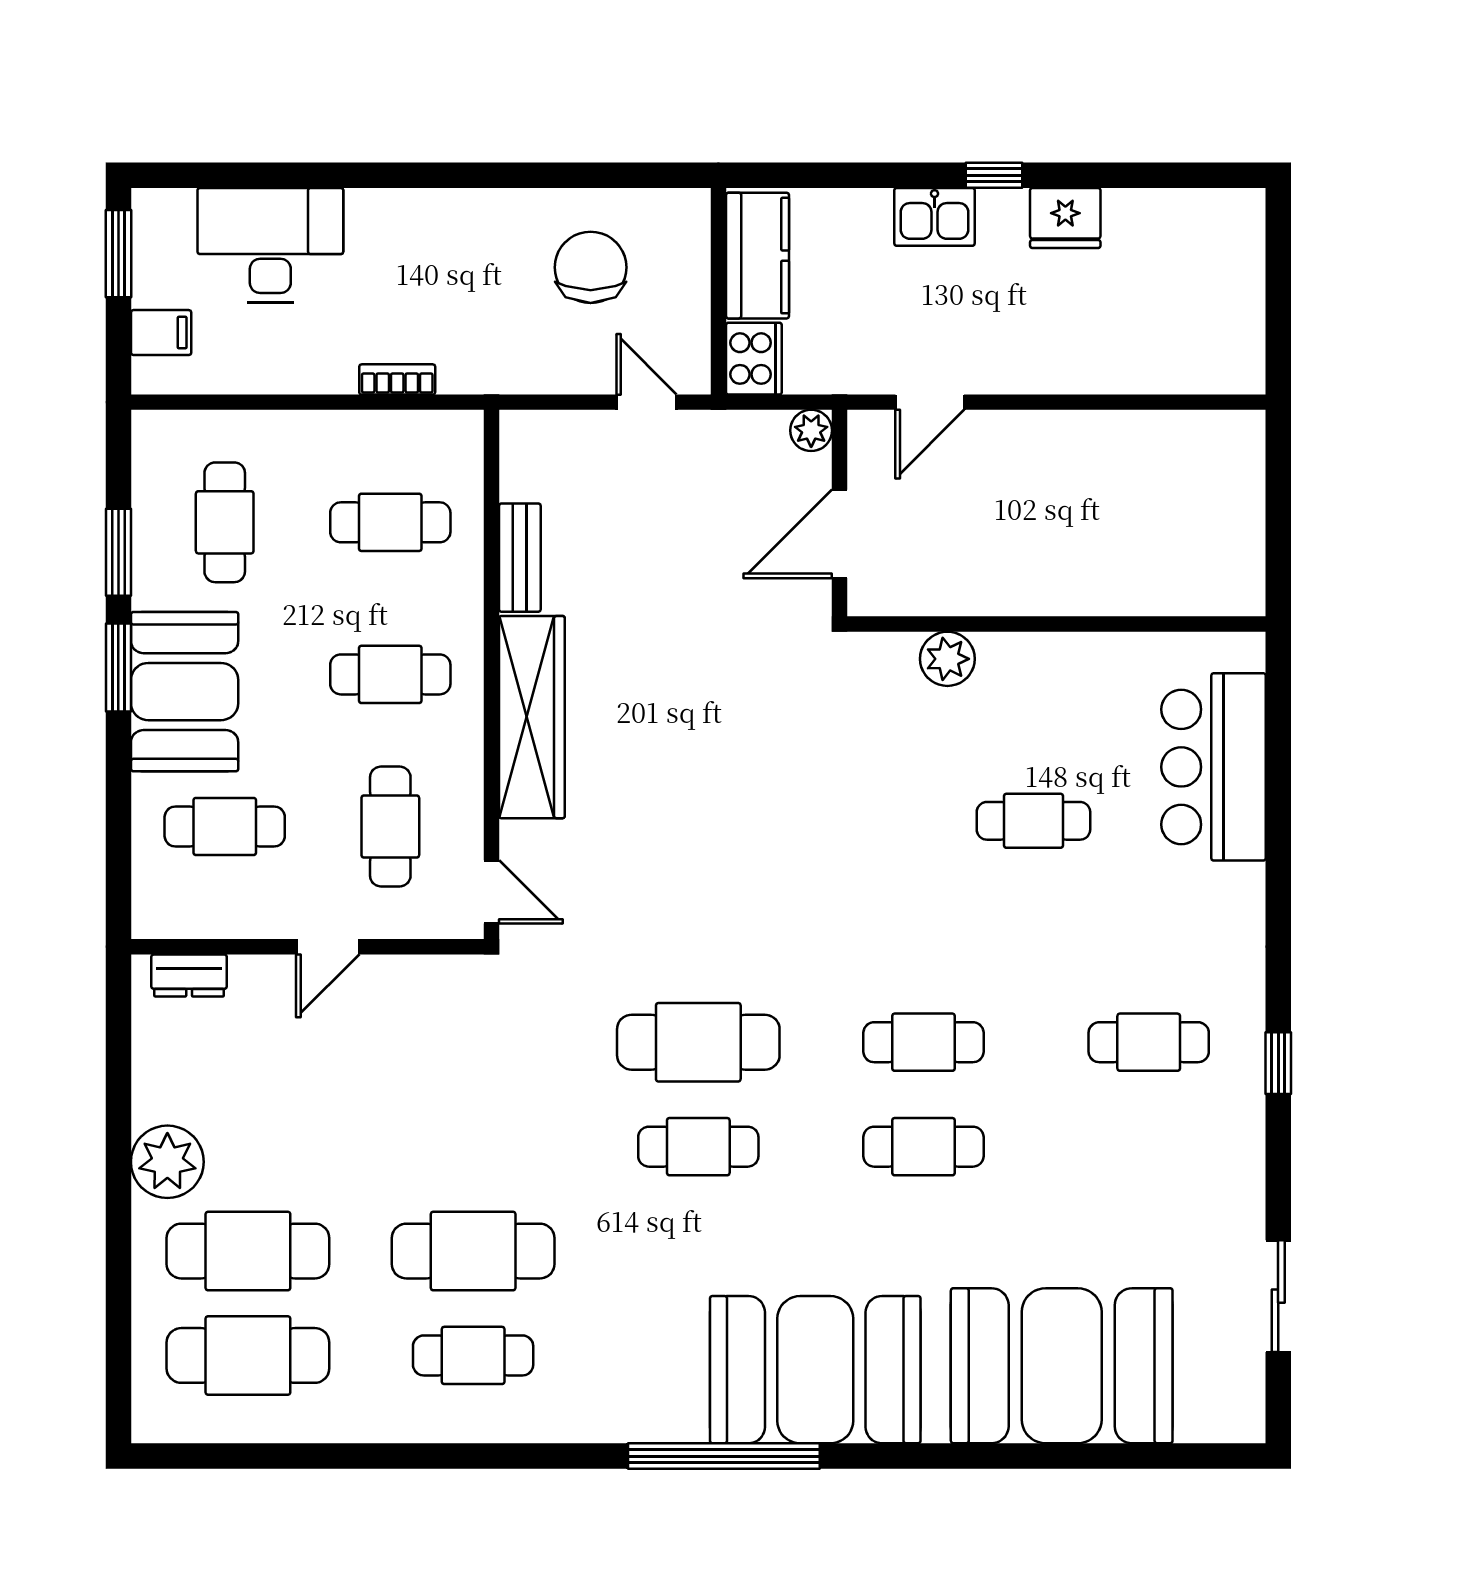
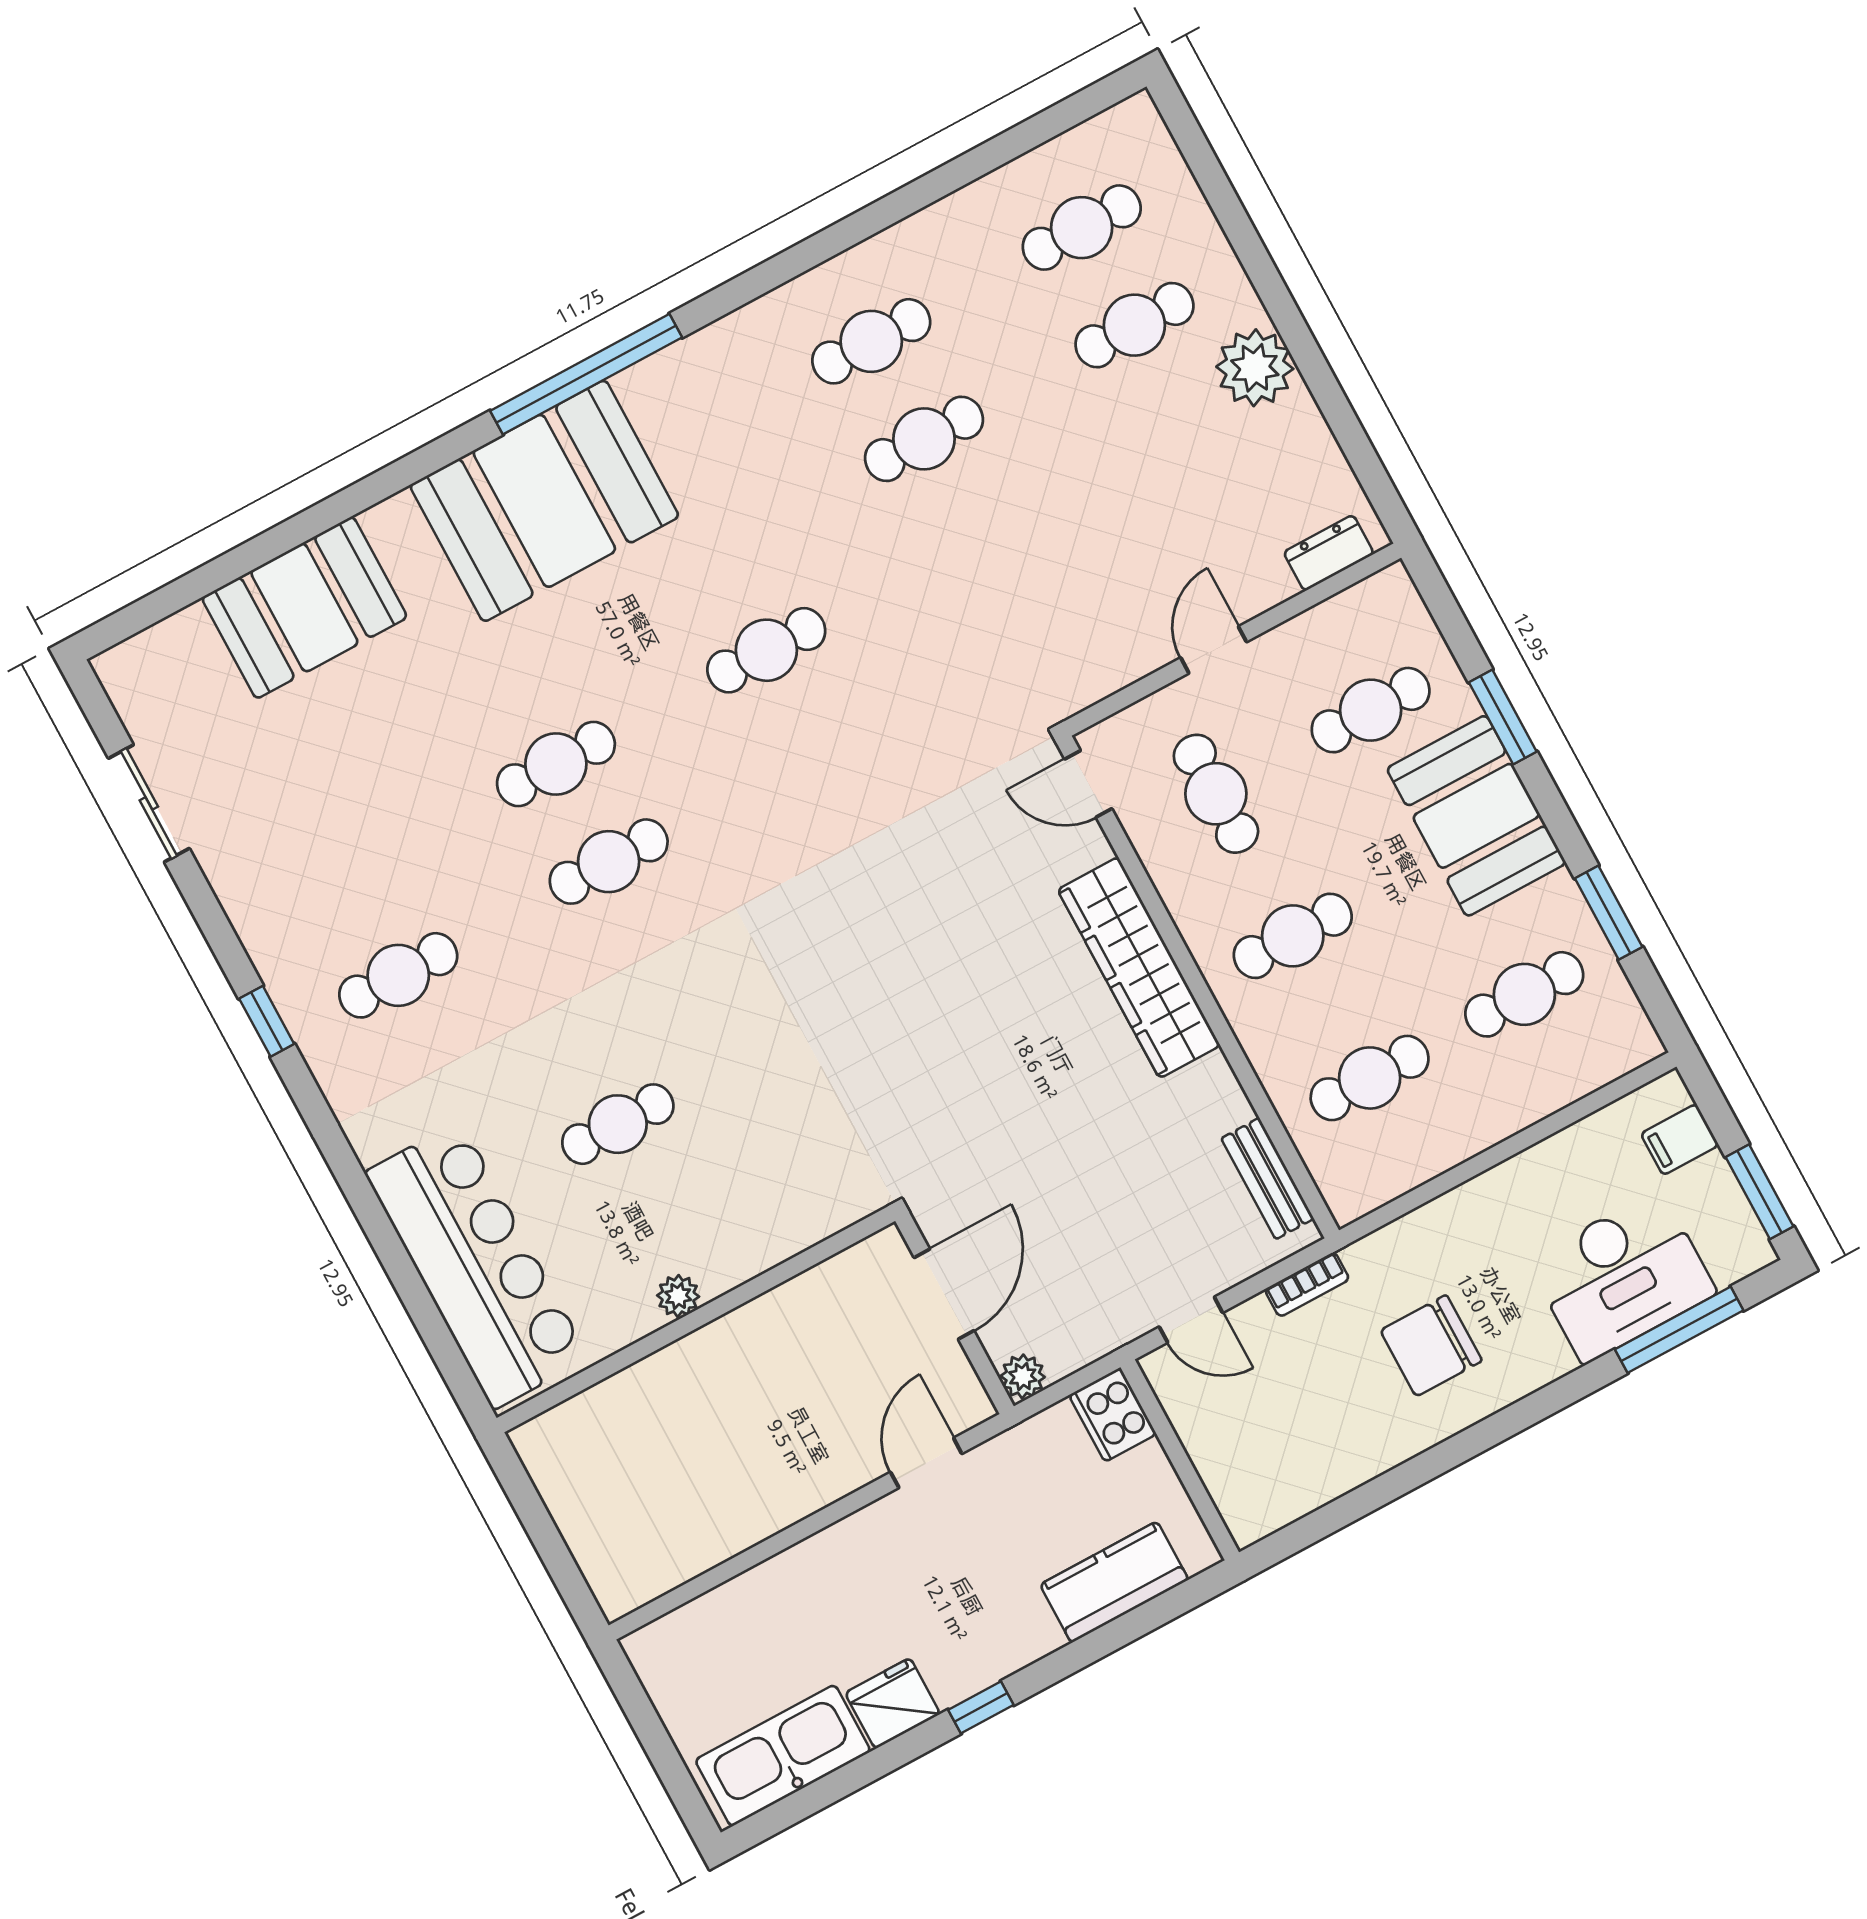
window: (247, 175) -> (1679, 1330), added
kitchen sink: (934, 217) -> (783, 1756), moved, width x1.88, depth x1.24
kitchen counter: (758, 256) -> (1114, 1582), moved, turned 90
chair: (591, 267) -> (1431, 1346), moved, turned 90
bookcase: (397, 379) -> (1307, 1284), moved
cafe table: (225, 522) -> (1524, 994), turned 90
bench: (520, 558) -> (1268, 1179), moved
plant: (947, 659) -> (678, 1296), moved, width x0.73, depth x0.73
window: (118, 668) -> (1503, 717), moved
bar counter: (1213, 767) -> (477, 1265), width x1.36
cafe table: (698, 1042) -> (819, 748), removed
cafe table: (248, 1251) -> (1134, 325), width x0.73, depth x0.74
cafe table: (473, 1251) -> (924, 439), width x0.73, depth x0.74
cafe table: (248, 1355) -> (1082, 228), width x0.73, depth x0.74
booth: (1062, 1366) -> (304, 608), width x0.73, depth x0.70

